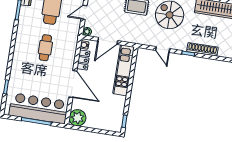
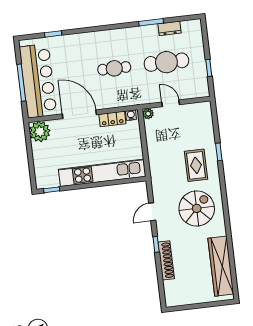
door: (108, 41) -> (144, 142), removed
kitchen unit: (124, 70) -> (102, 173), width x1.36
door: (73, 84) -> (79, 114), swing flipped

